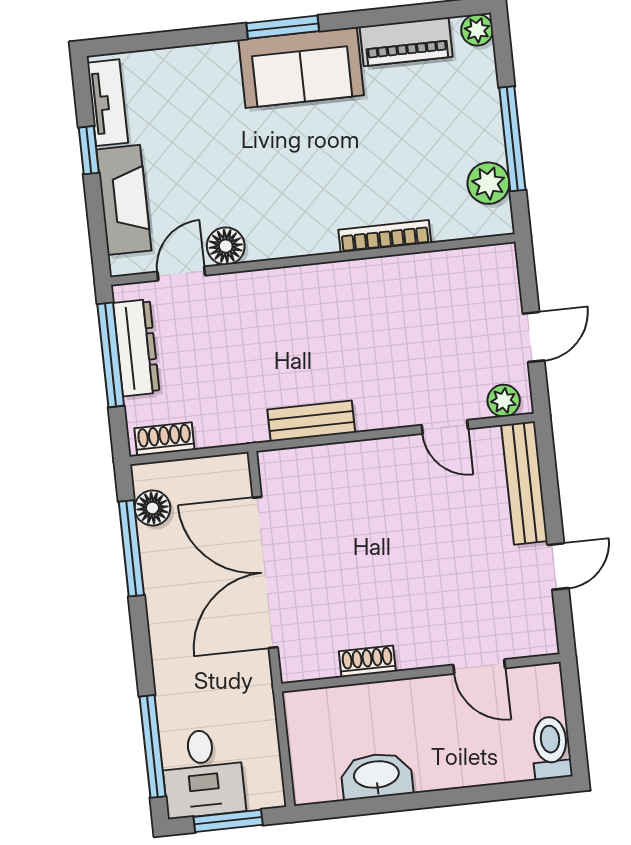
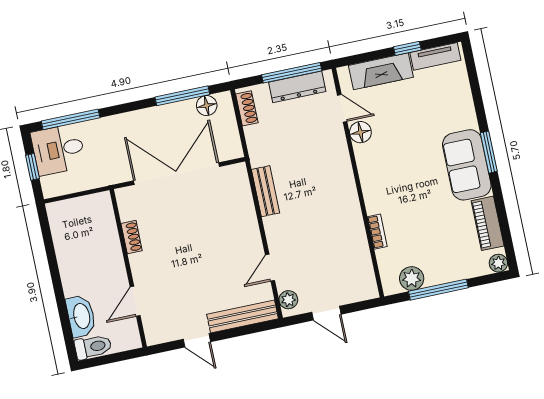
bookcase: (385, 236) -> (377, 232), width x0.64
washbasin: (377, 776) -> (81, 316), moved
window: (228, 821) -> (33, 167), width x0.67

